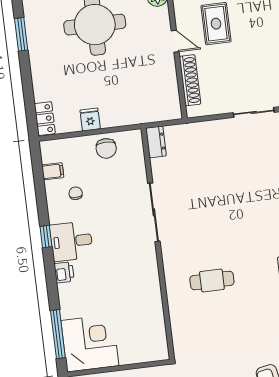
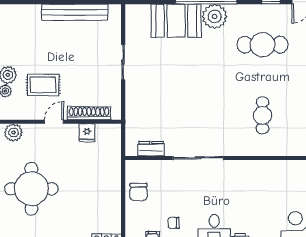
fridge: (90, 120) -> (87, 133), moved, turned -90
dresser: (156, 142) -> (151, 149), moved
chair: (106, 148) -> (138, 192), turned 90

